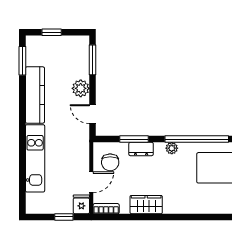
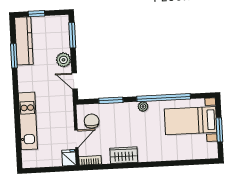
window: (22, 61) -> (14, 56), moved
kitchen counter: (35, 95) -> (24, 41), moved
dresser: (141, 149) -> (117, 108), removed
chair: (110, 162) -> (92, 121), turned 180
window: (64, 217) -> (55, 169), removed

